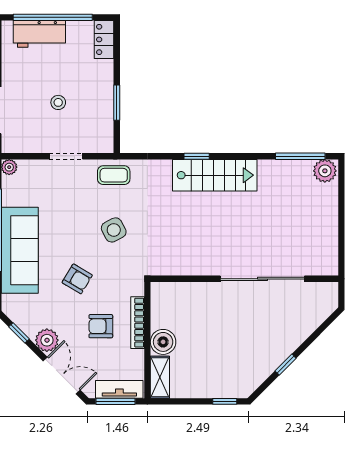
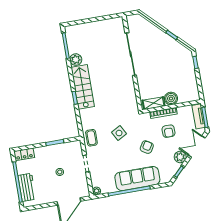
plant: (325, 171) -> (76, 60), moved
shelving: (160, 377) -> (154, 103), moved

